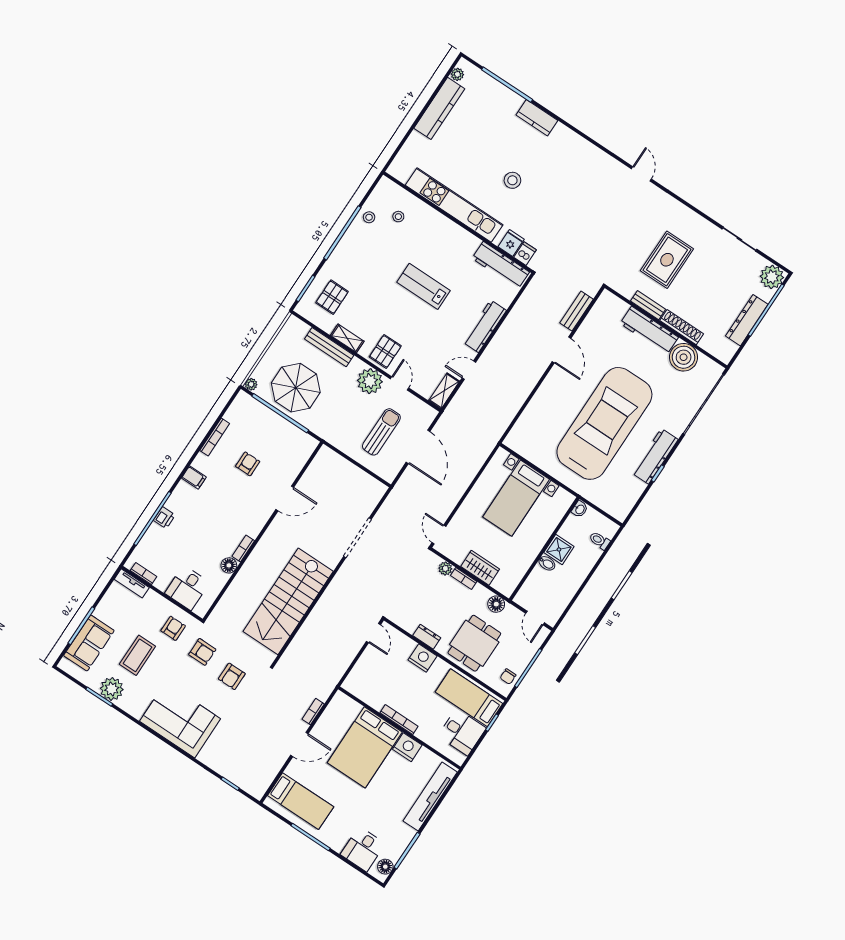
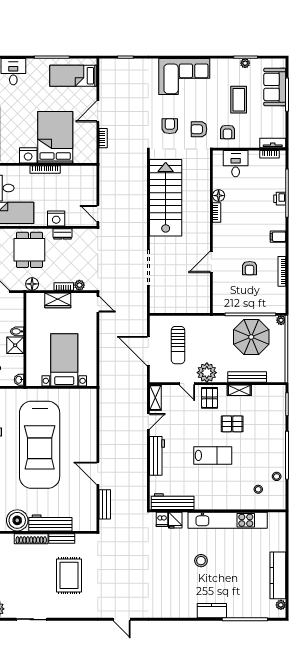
pallet: (332, 297) -> (232, 424), moved, turned 90
plant: (112, 689) -> (245, 63), width x0.53, depth x0.53

